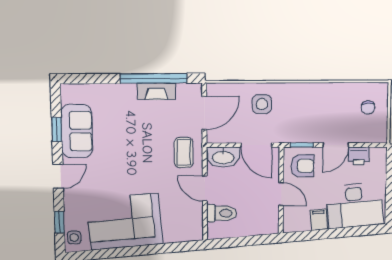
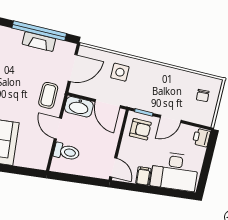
printer: (359, 156) -> (201, 138), moved, turned 90
door: (281, 194) -> (113, 167), moved

